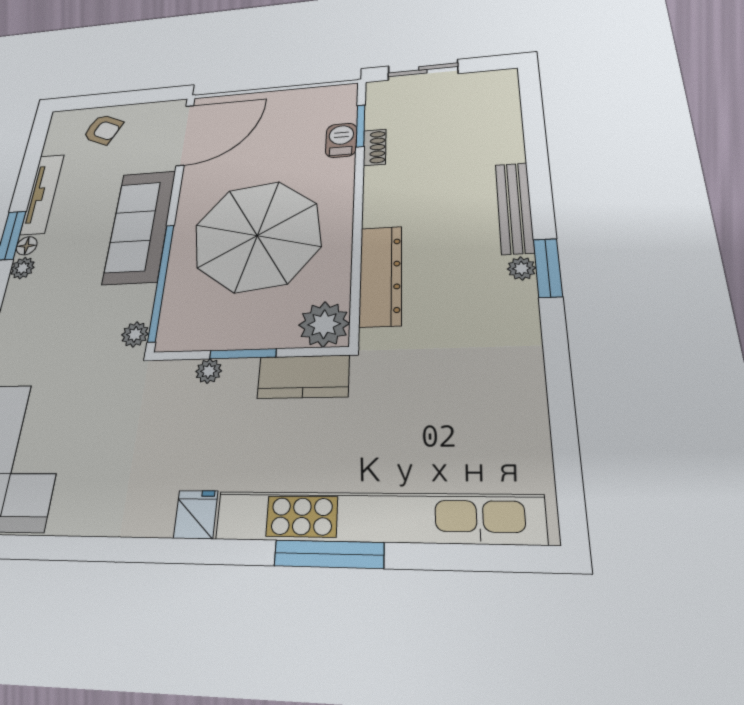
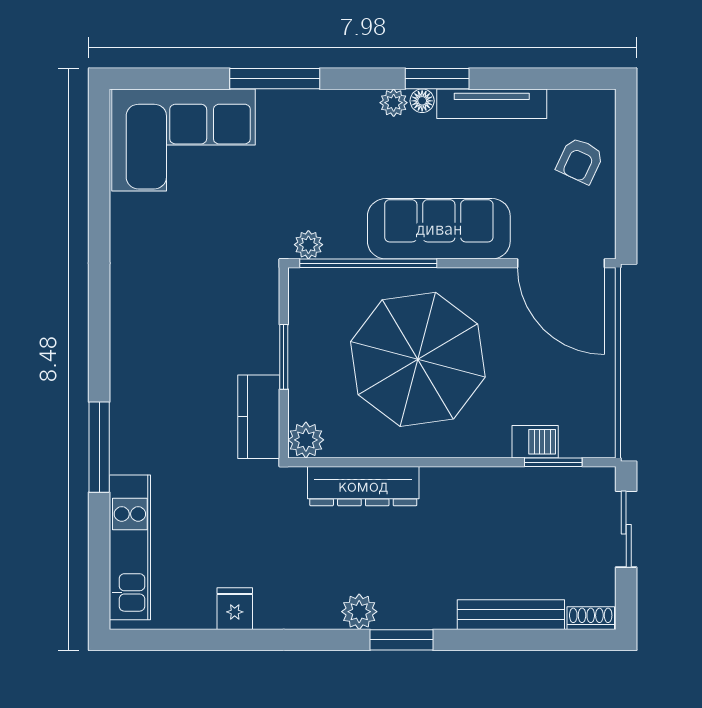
shoe rack: (375, 147) -> (591, 618), moved, turned 180
bench: (515, 208) -> (511, 615), moved
plant: (522, 268) -> (359, 612), width x1.38, depth x1.38
window: (548, 268) -> (402, 640), moved
plant: (324, 324) -> (306, 440), width x0.73, depth x0.73
plant: (209, 371) -> (267, 325), removed
fridge: (196, 514) -> (235, 609), moved, turned -90
kitchen unit: (376, 517) -> (130, 547), width x0.54

